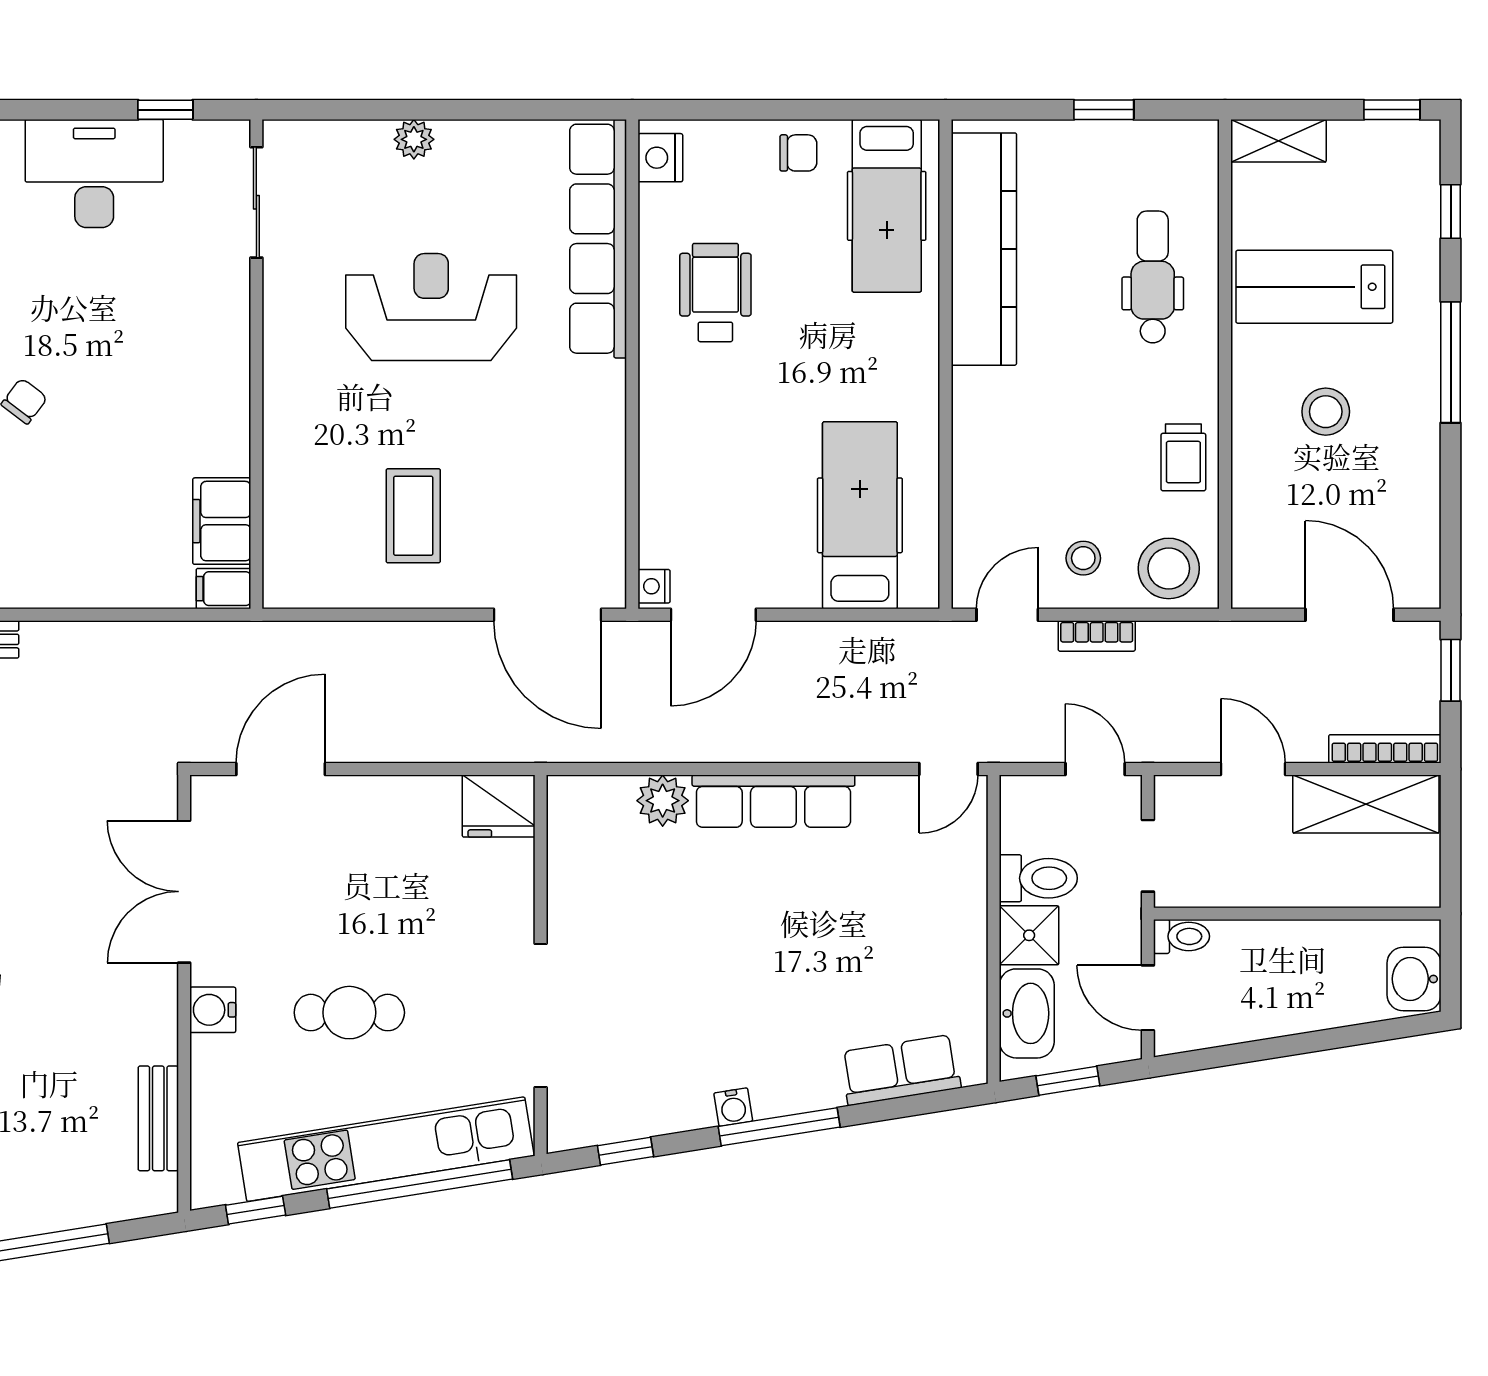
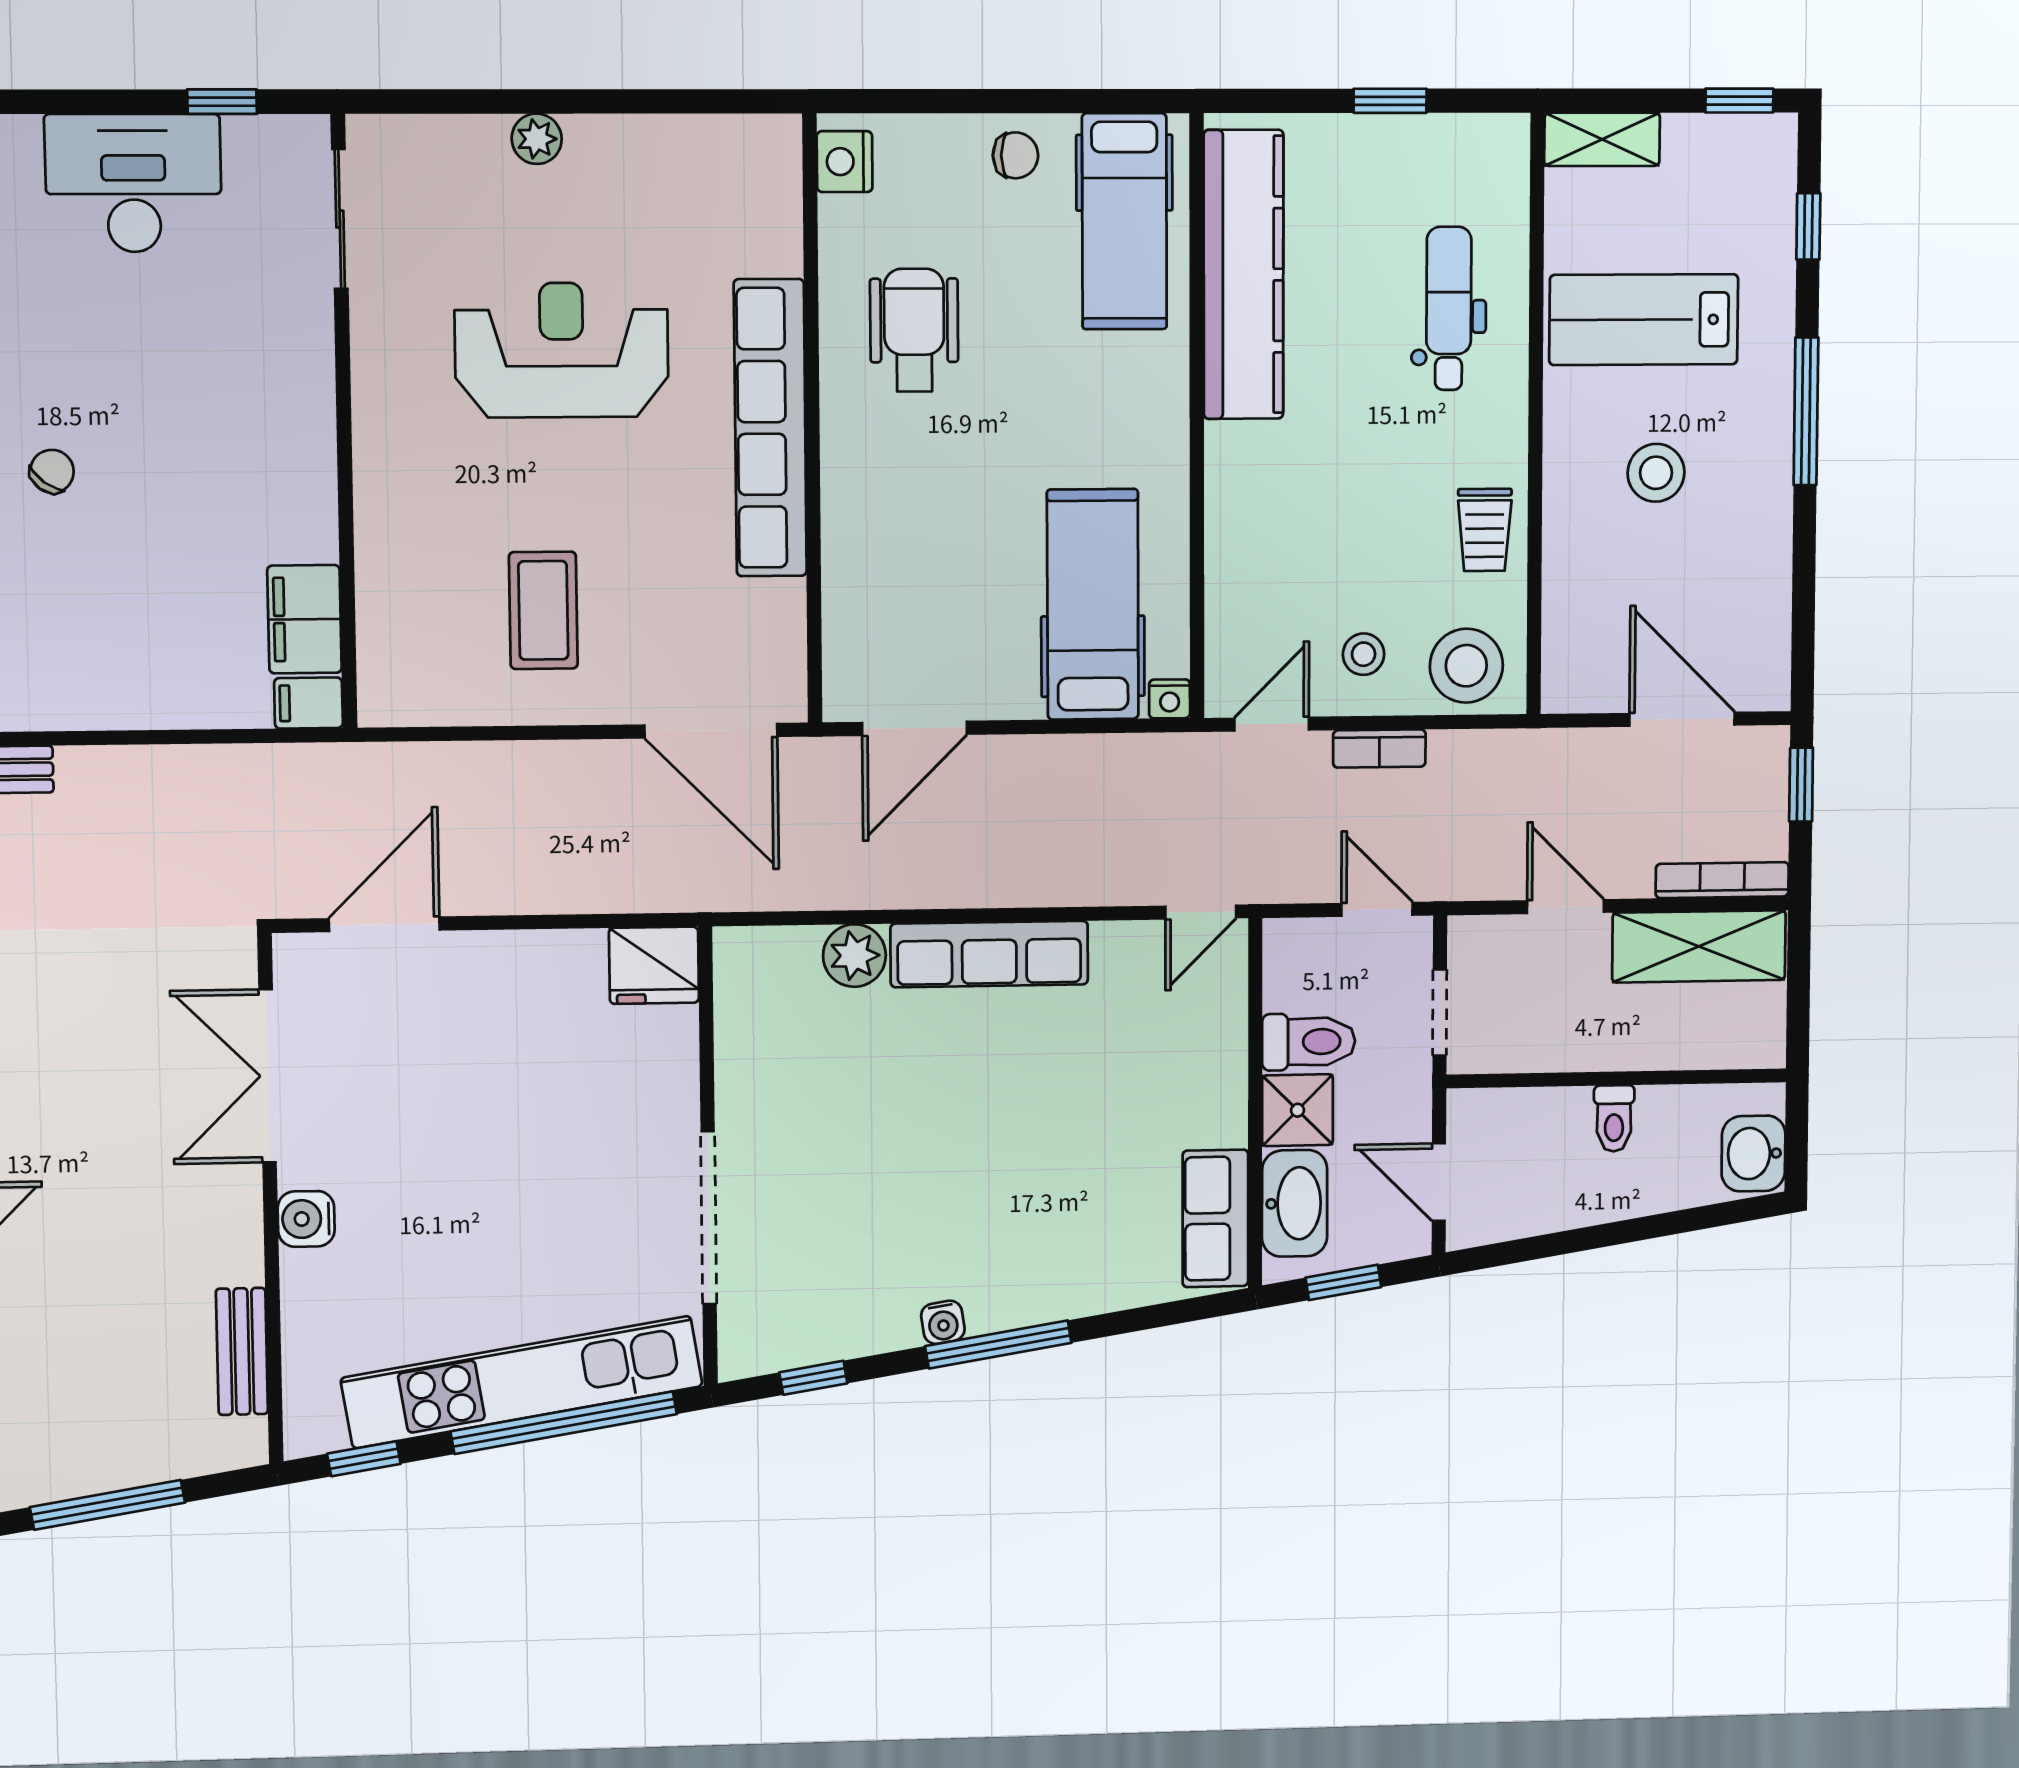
row of seats: (598, 239) -> (770, 428), moved
nightstand: (654, 586) -> (1170, 699), moved, turned -90
toilet: (1182, 936) -> (1614, 1118), moved, turned 90
cafe table: (349, 1013) -> (475, 1219), removed
row of seats: (901, 1070) -> (1215, 1218), moved, turned -81

